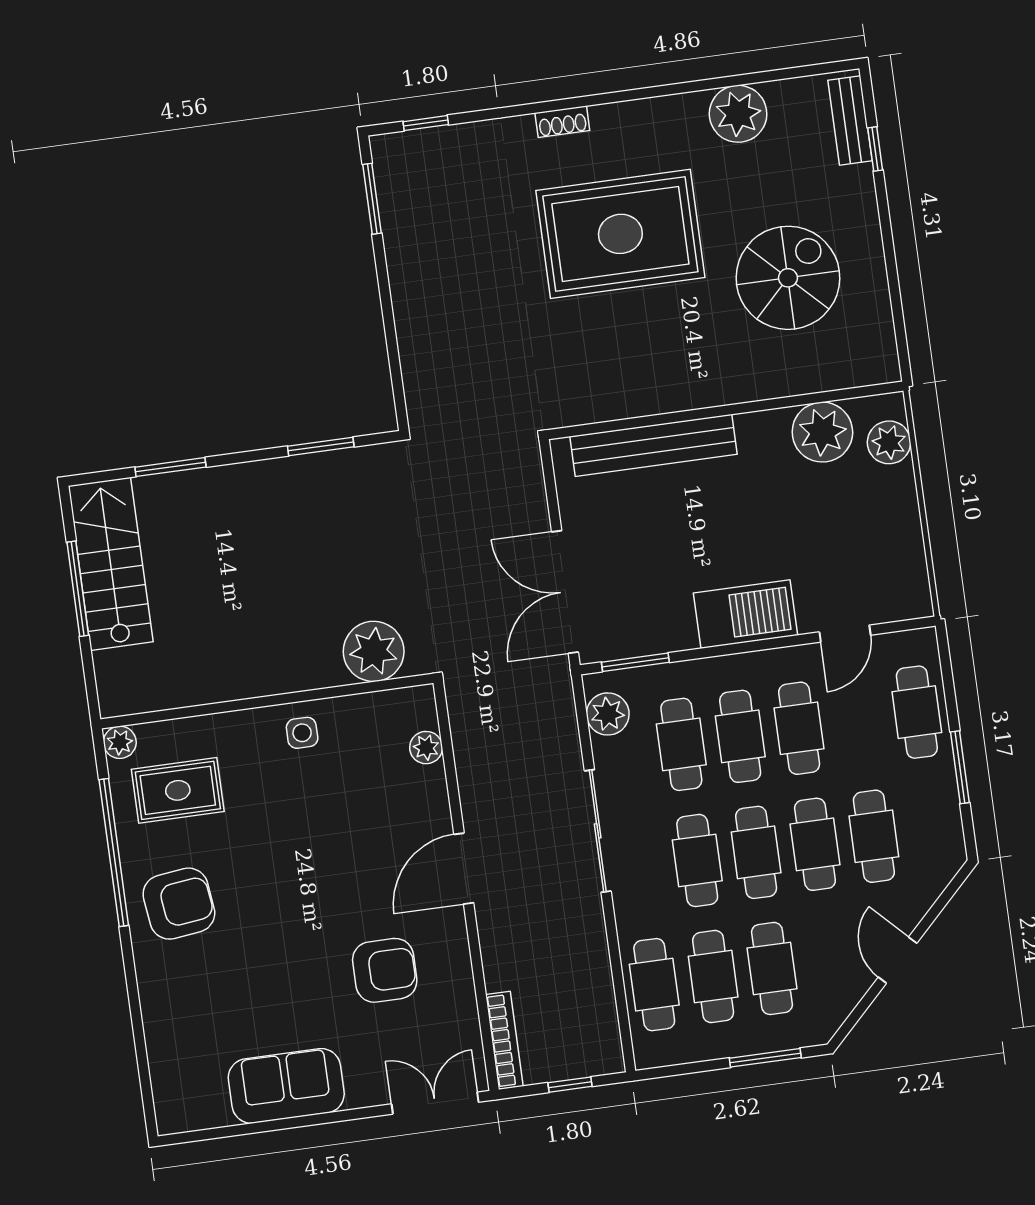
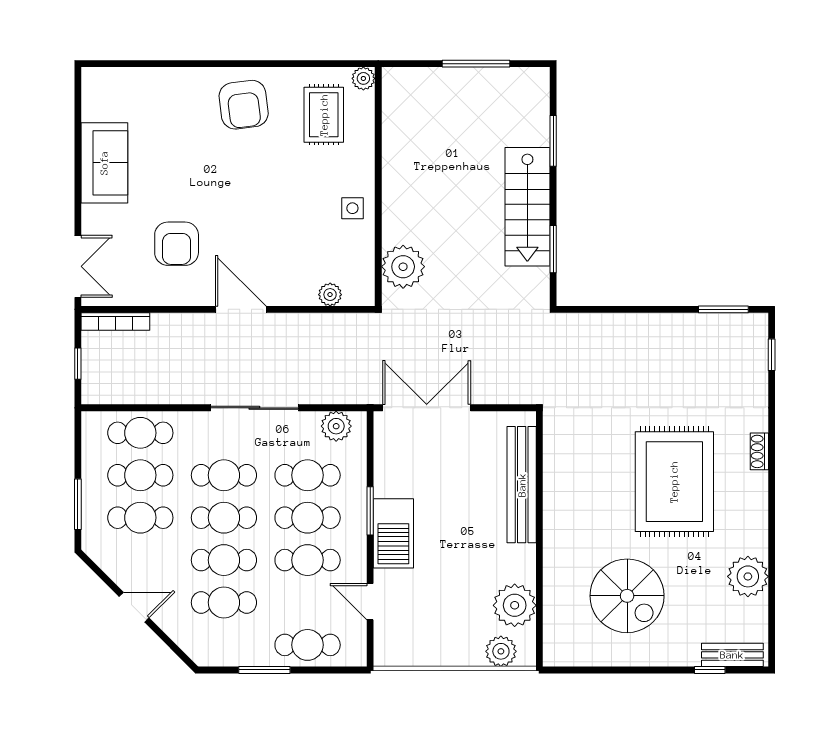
stairs: (111, 564) -> (527, 207), moved, turned 90
window: (635, 662) -> (370, 511), moved
window: (114, 852) -> (286, 64), removed

